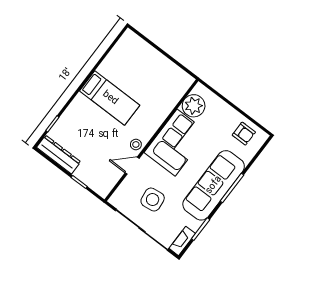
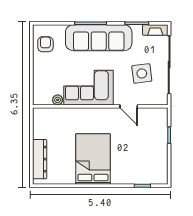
bed: (110, 98) -> (93, 159), width x1.50
plant: (194, 106) -> (58, 100), width x0.53, depth x0.53
stool: (136, 144) -> (112, 115), removed
dresser: (59, 155) -> (40, 159), moved, turned 180

